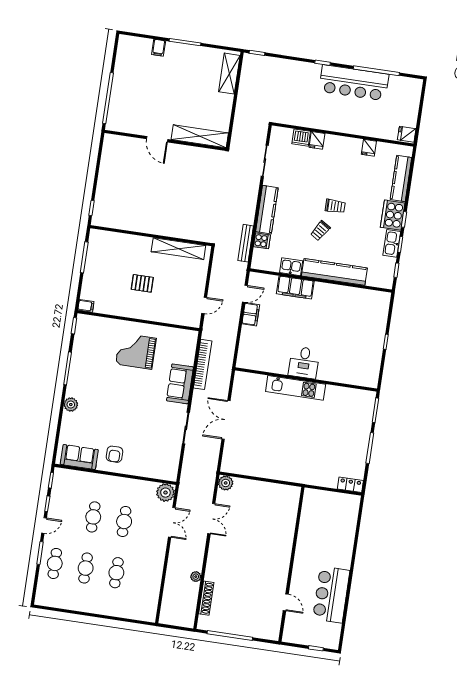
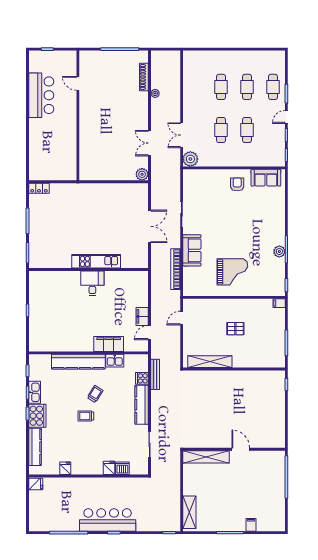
bar counter: (354, 83) -> (108, 520), moved
plant: (71, 405) -> (279, 252), moved

